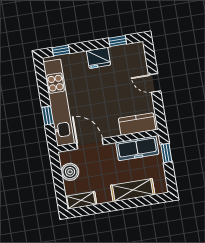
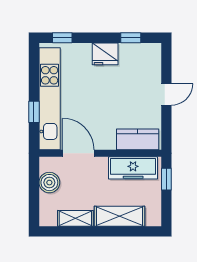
door: (155, 83) -> (166, 94), swing flipped
shelving: (81, 200) -> (75, 218), moved

